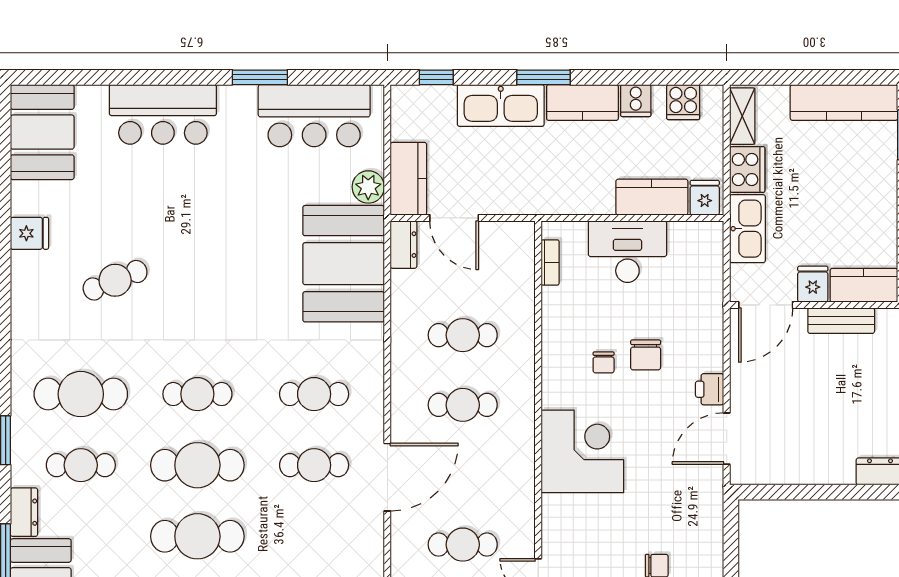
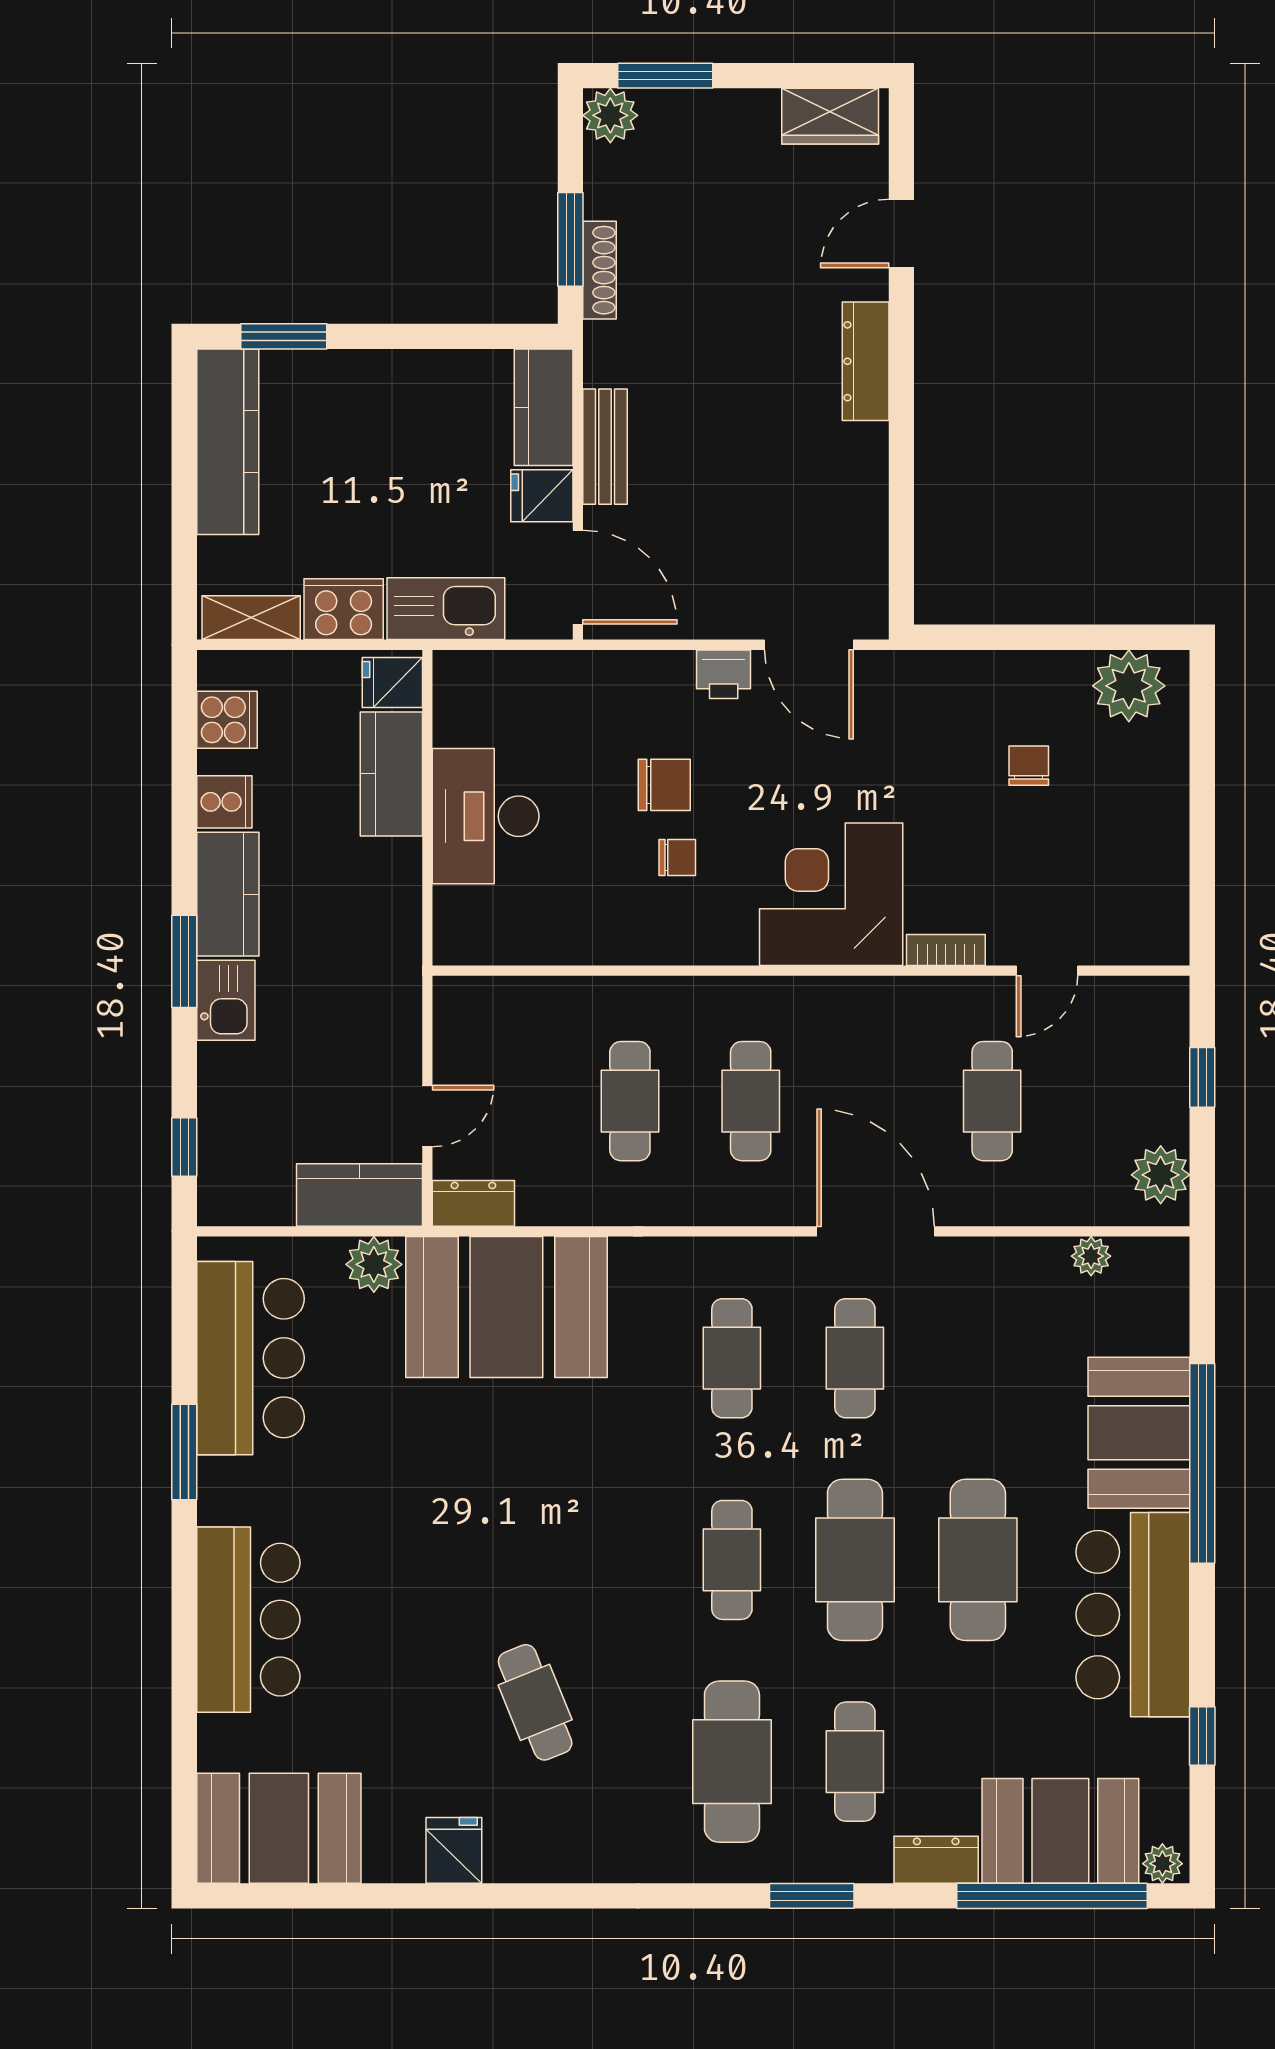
kitchen sink: (501, 105) -> (226, 1000), width x0.53, depth x0.81
door: (454, 218) -> (427, 1116), width x0.73
bookcase: (550, 263) -> (946, 950), moved

